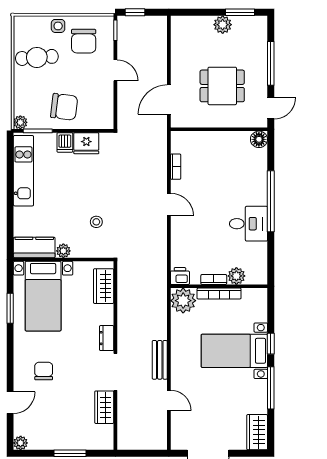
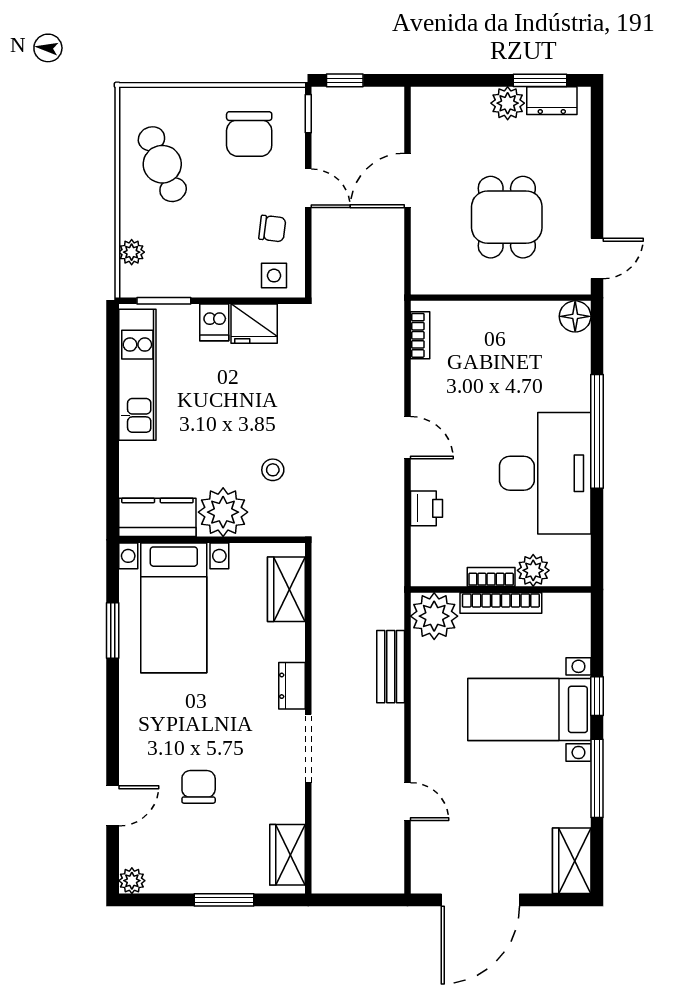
dresser: (246, 23) -> (552, 101), added
side table: (58, 26) -> (274, 276), moved
cafe table: (37, 57) -> (162, 164), turned 71
window: (271, 63) -> (597, 175), removed
dining table: (222, 86) -> (507, 217), turned 90
door: (169, 100) -> (408, 180), moved
chair: (64, 107) -> (272, 229), moved, width x0.54, depth x0.54
plant: (20, 122) -> (132, 252), moved
bookcase: (176, 167) -> (420, 335), moved
desk: (249, 224) -> (545, 473), width x1.87, depth x1.30
plant: (63, 251) -> (223, 512), width x1.88, depth x1.88
printer: (180, 276) -> (427, 508), moved, turned 90
bench: (160, 360) -> (391, 667), moved
chair: (44, 371) -> (199, 787), moved
wardrobe: (104, 407) -> (288, 855), moved

